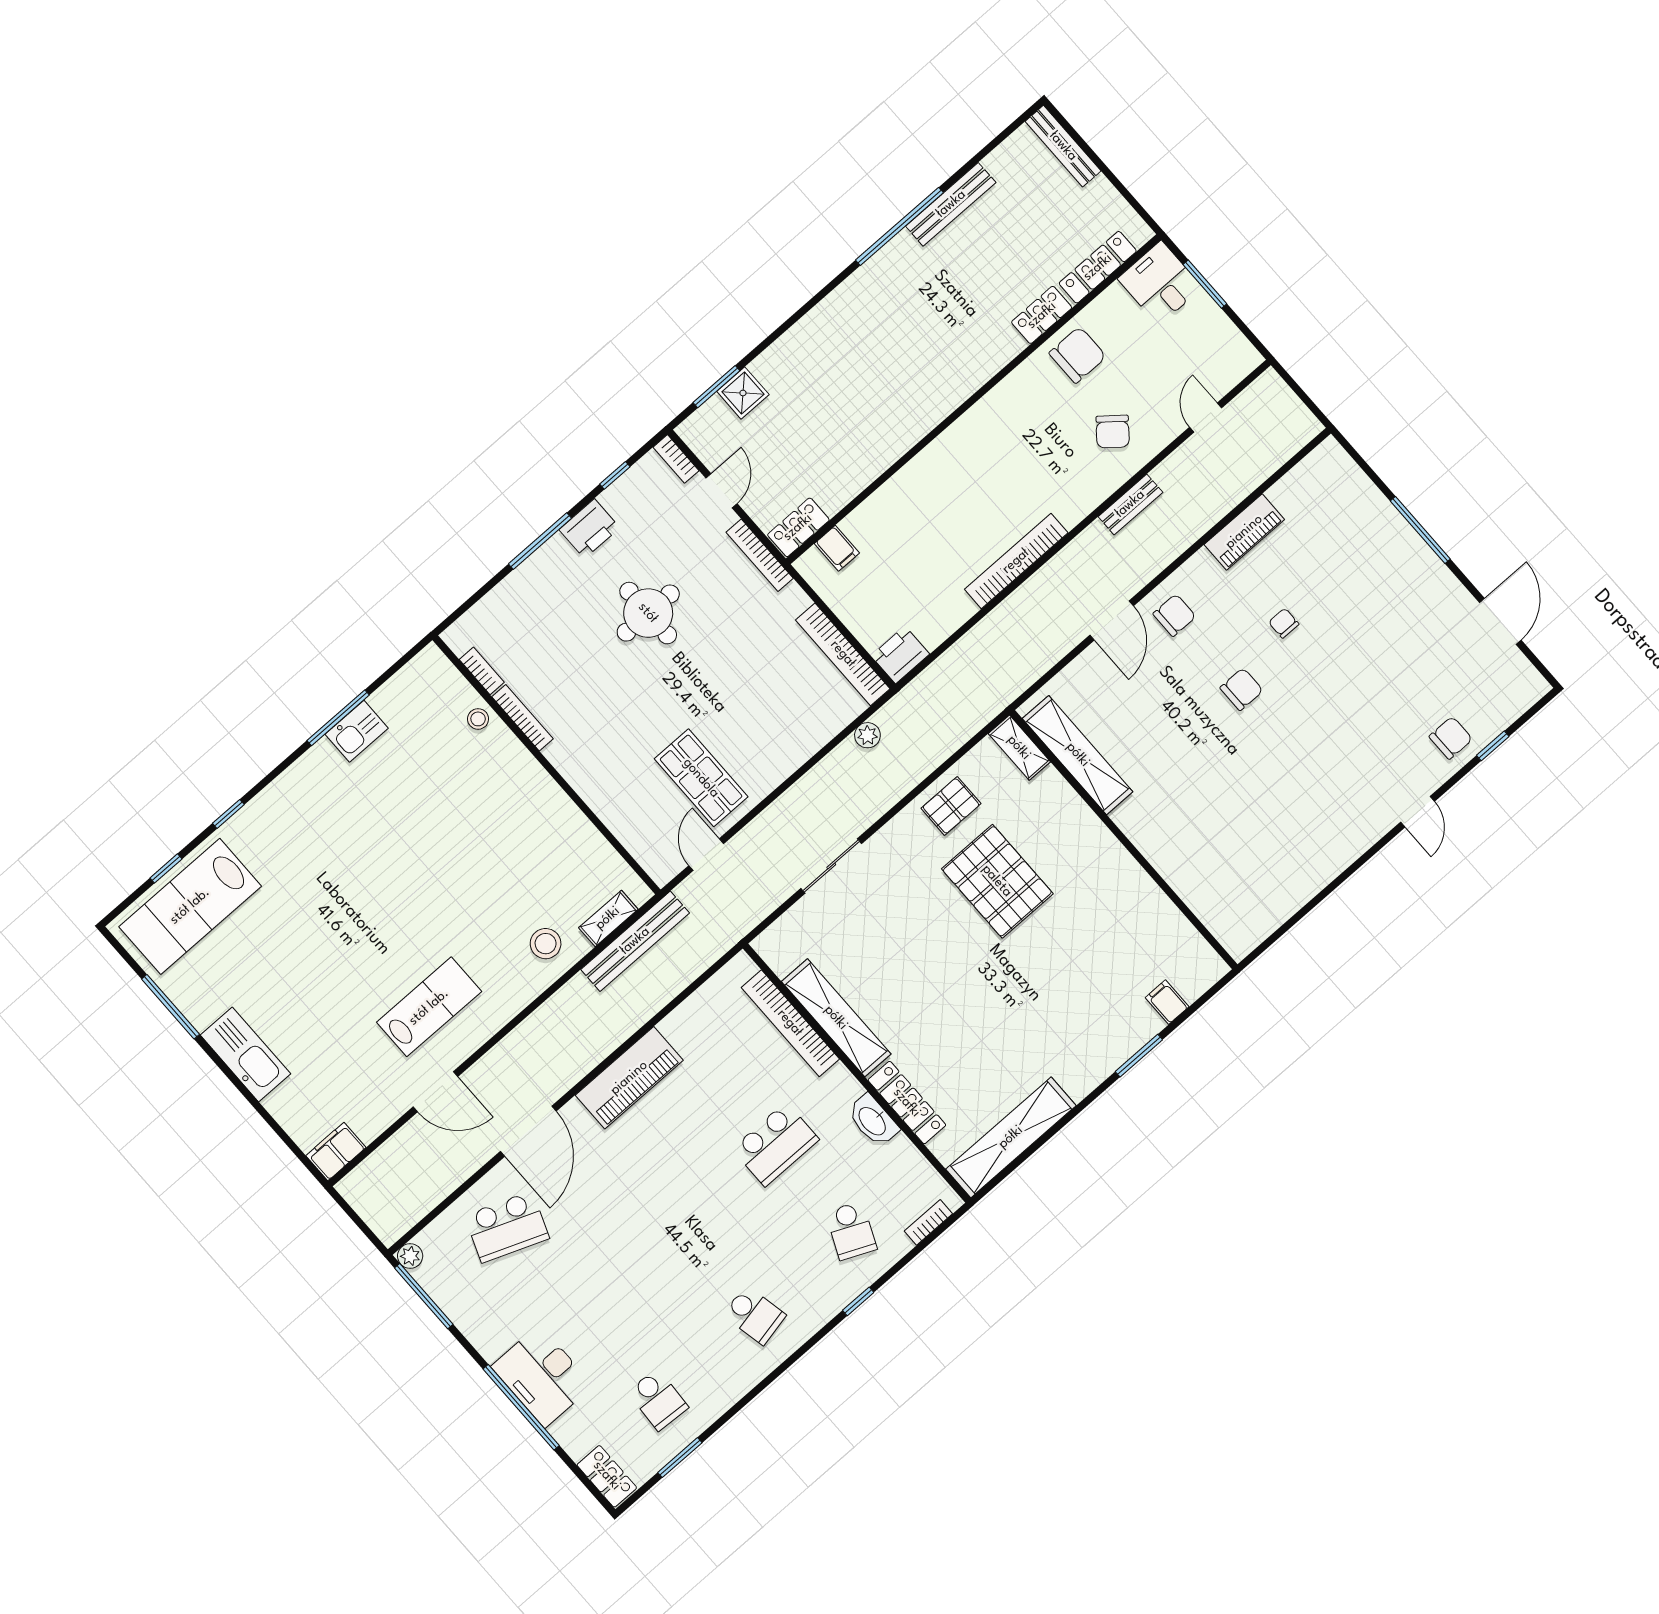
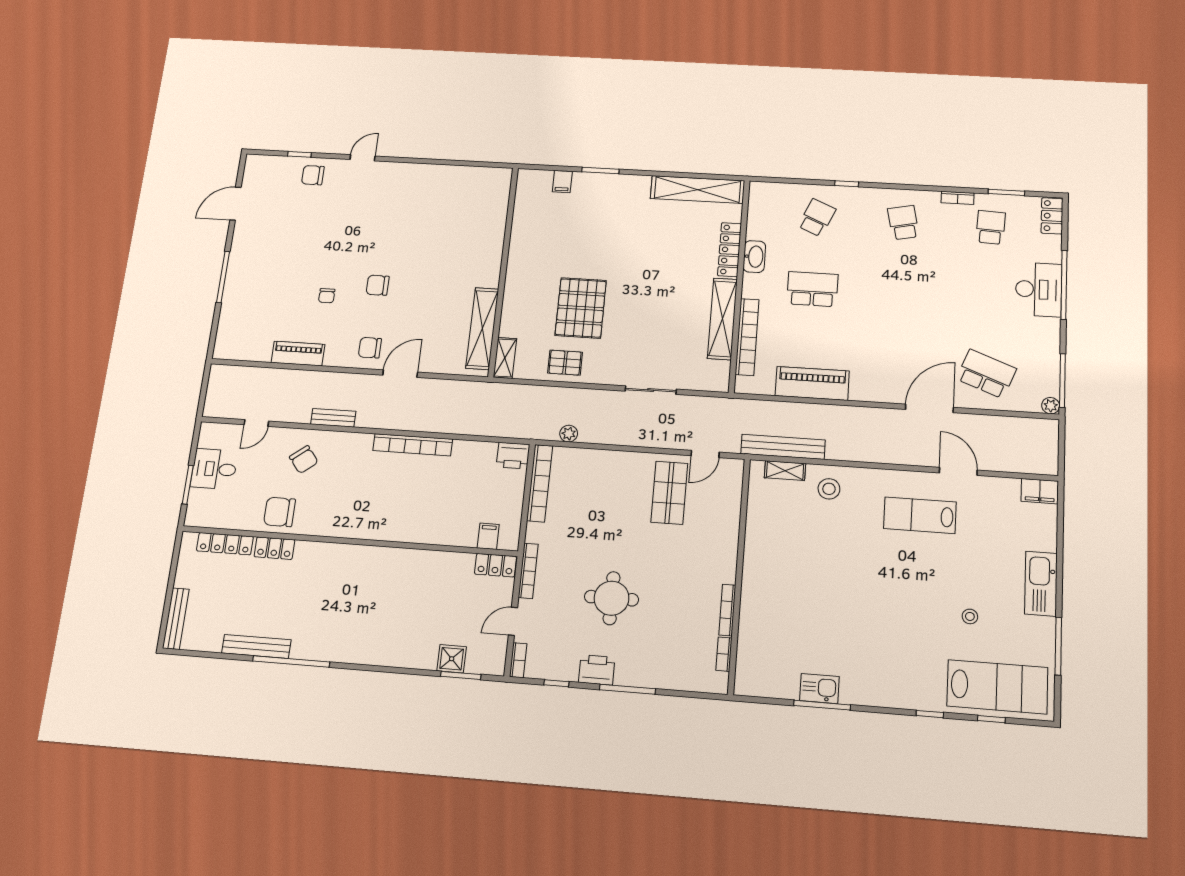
desk: (1160, 283) -> (214, 469), moved, turned 90
chair: (1113, 432) -> (304, 460), turned 103
stool: (478, 719) -> (970, 616), moved
piano: (629, 1078) -> (812, 383), moved
bookcase: (928, 1222) -> (958, 198), moved

